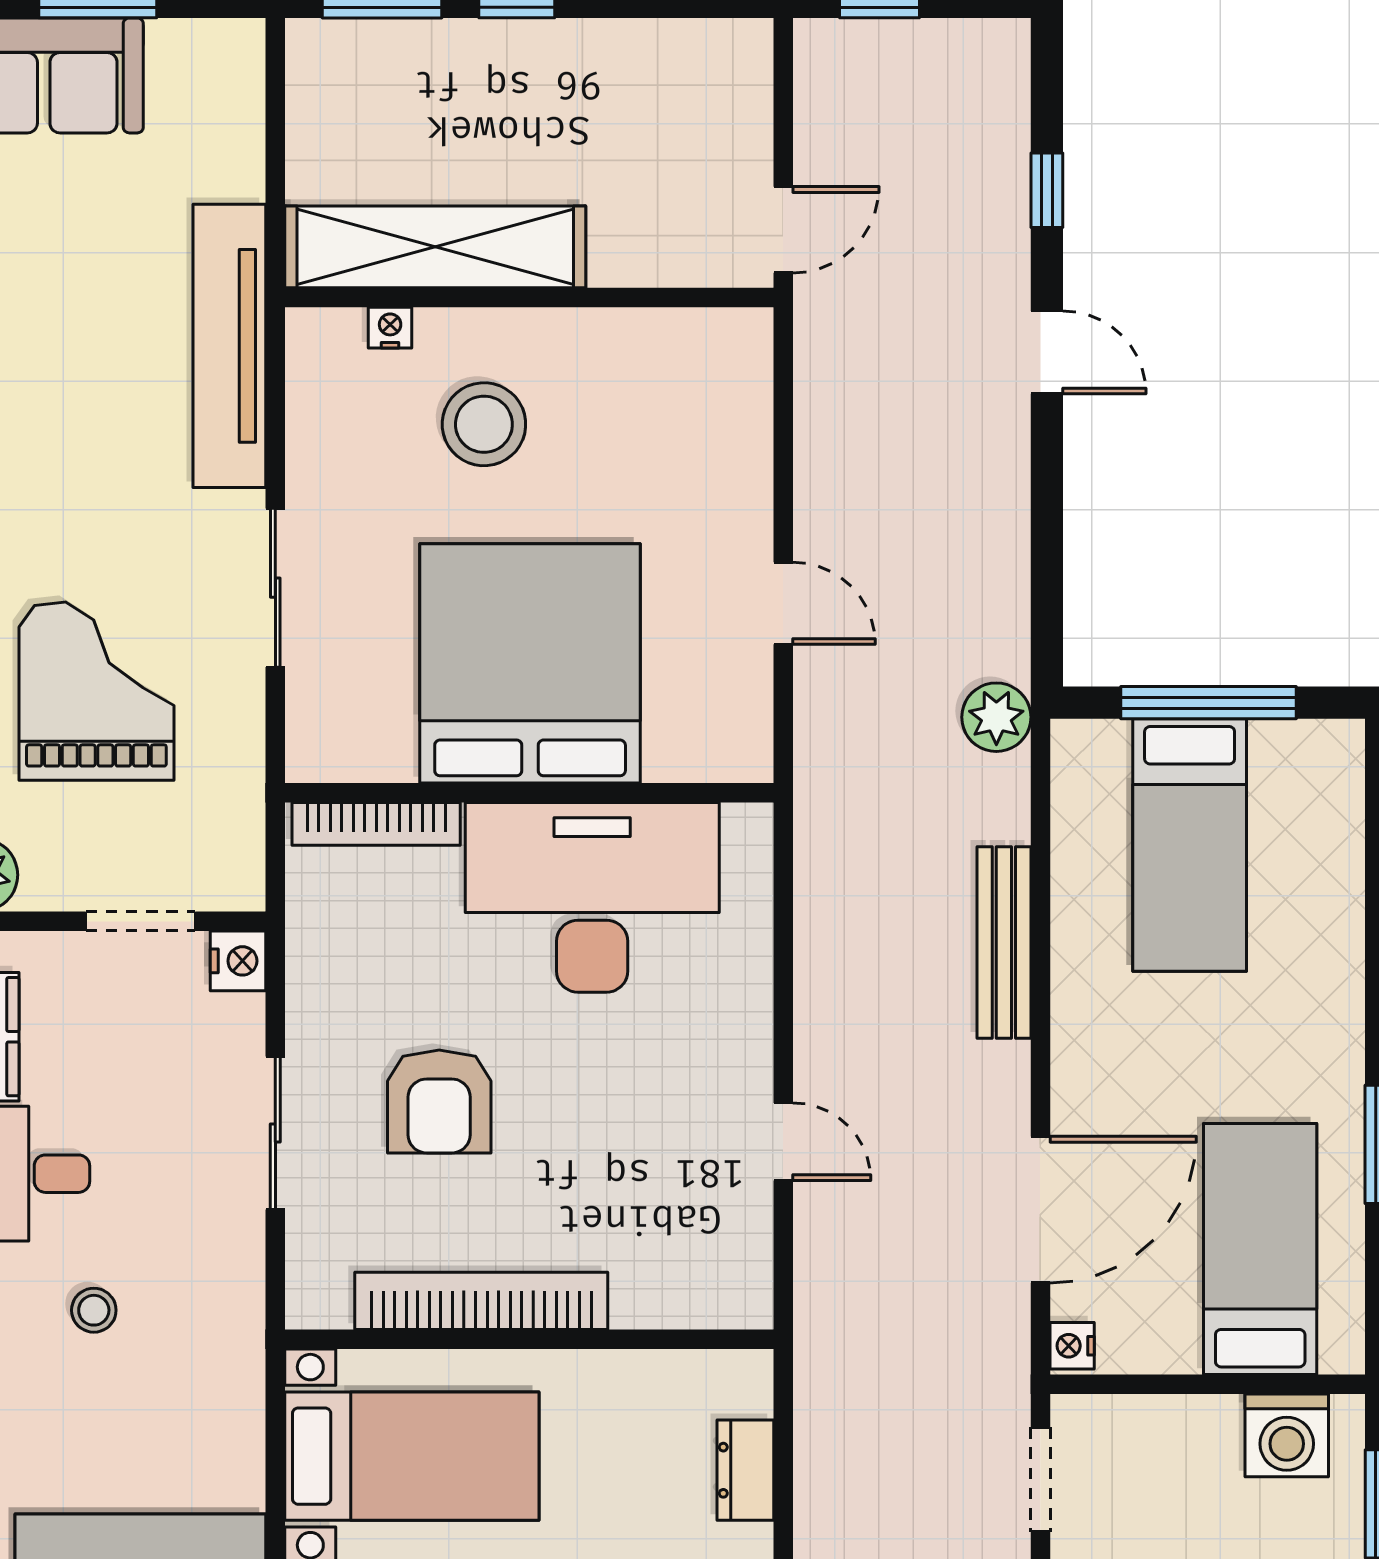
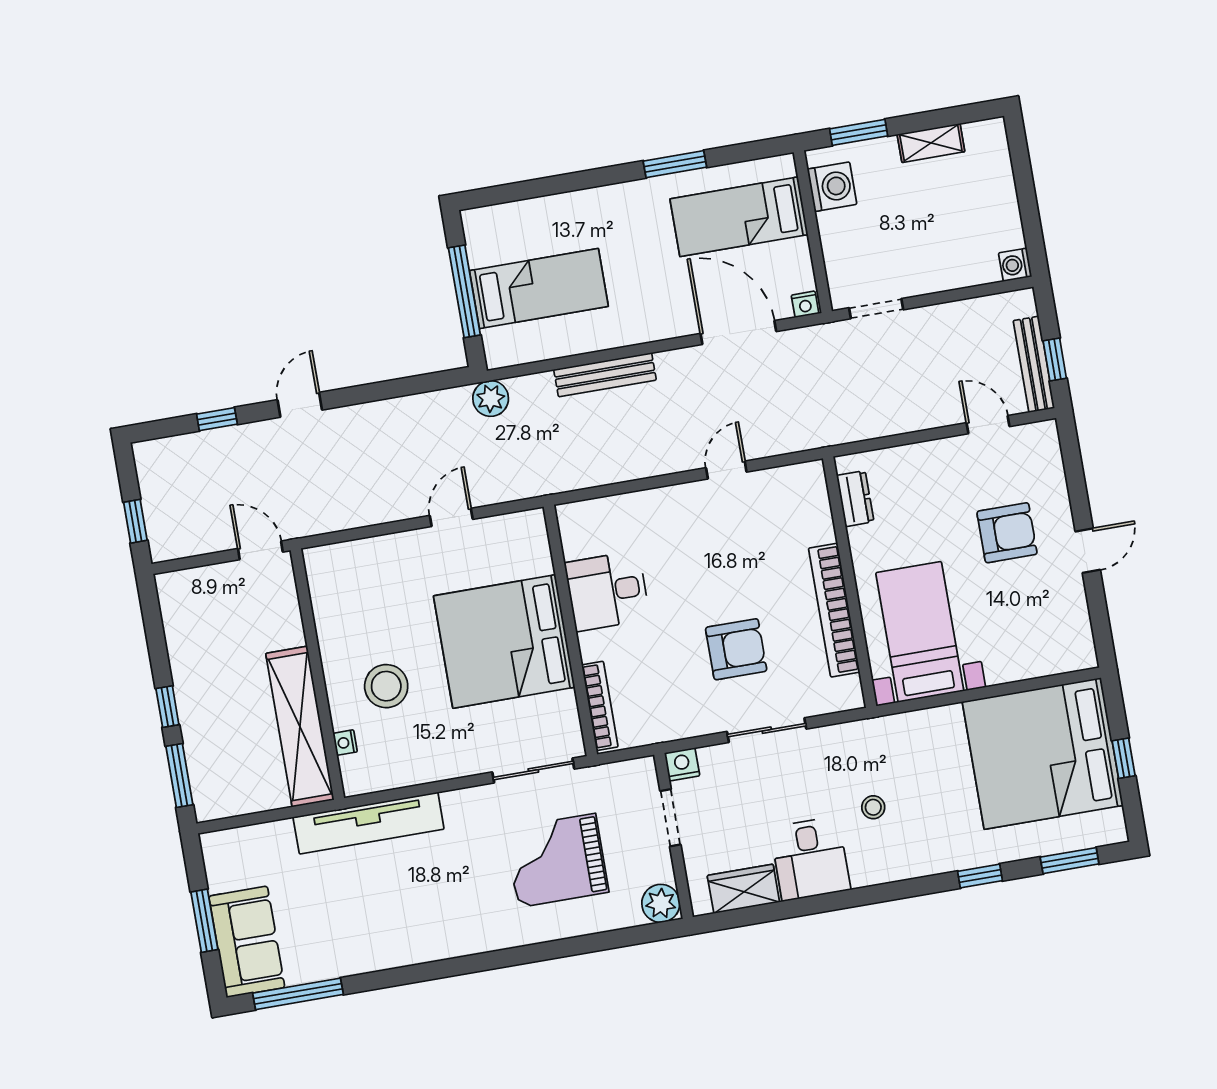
sliding door: (275, 588) -> (533, 770), moved
desk: (592, 897) -> (607, 591), width x0.53, depth x0.77
dresser: (745, 1470) -> (855, 499), moved, turned -90

